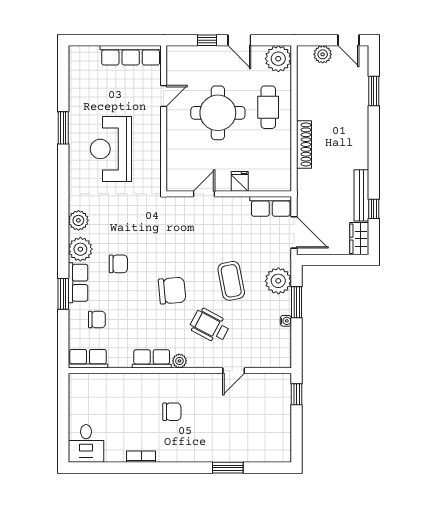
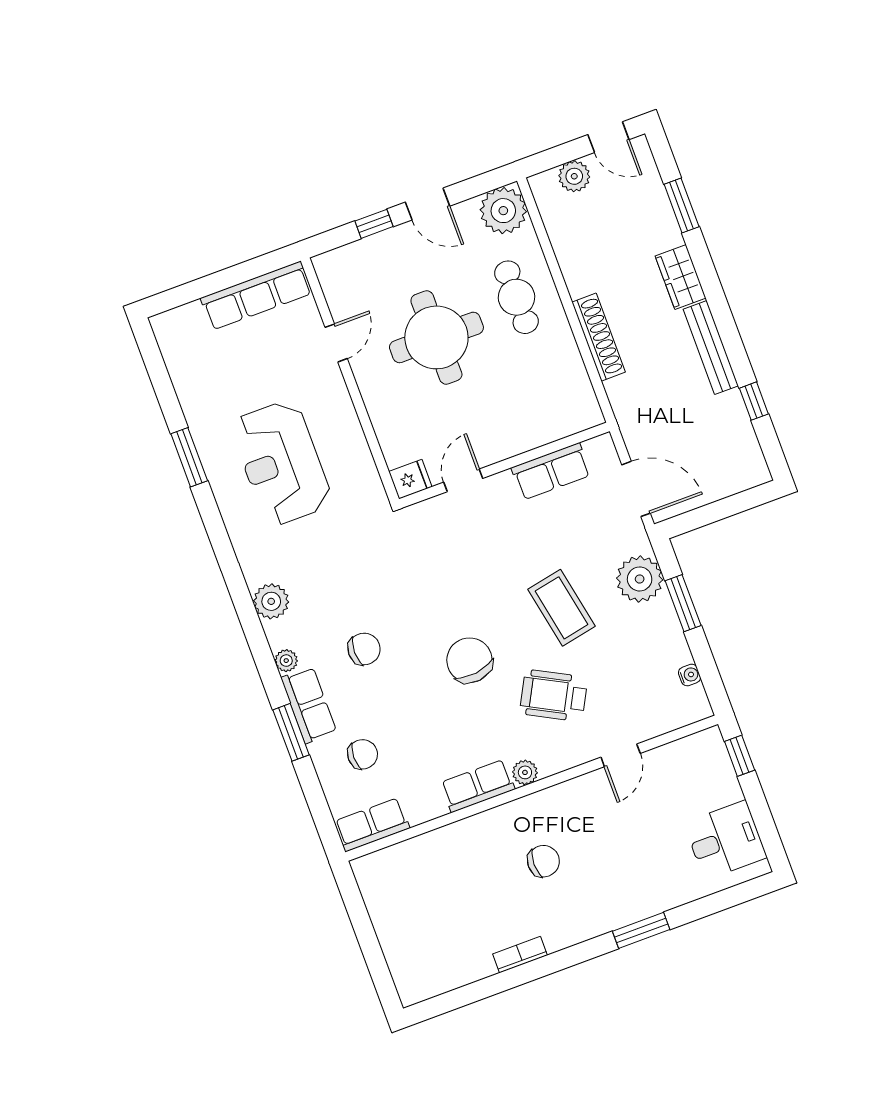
fridge: (240, 181) -> (410, 479), moved, turned 90
bench: (361, 195) -> (711, 347), moved
row of seats: (271, 206) -> (551, 471), moved
wardrobe: (359, 239) -> (681, 277), moved
plant: (80, 249) -> (286, 661), width x0.53, depth x0.53
chair: (172, 291) -> (469, 660), turned -92
water cooler: (286, 321) -> (690, 675), moved
desk: (86, 443) -> (725, 840), moved, turned -90
window: (228, 468) -> (641, 930), moved

